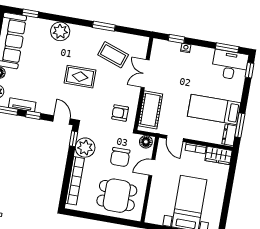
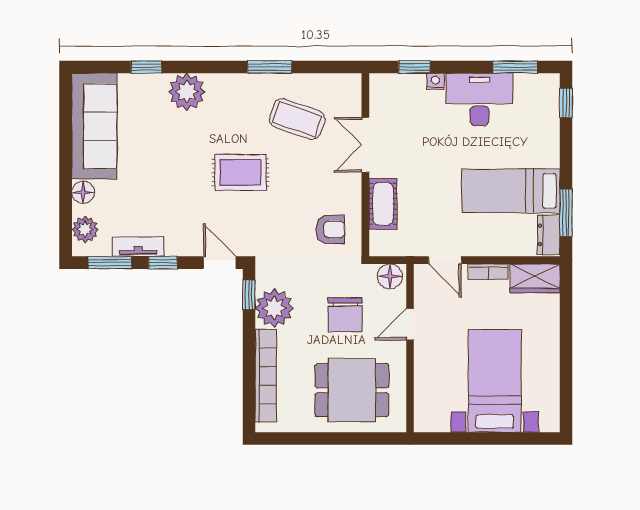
window: (30, 13) -> (146, 67), moved
desk: (230, 65) -> (479, 99), moved
cot: (150, 110) -> (383, 204), width x0.73, depth x0.75
armchair: (120, 113) -> (330, 229), turned 180

